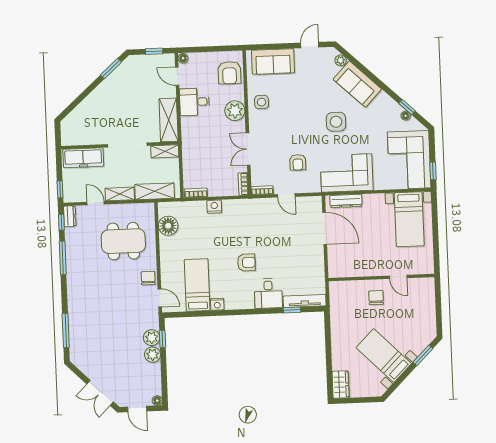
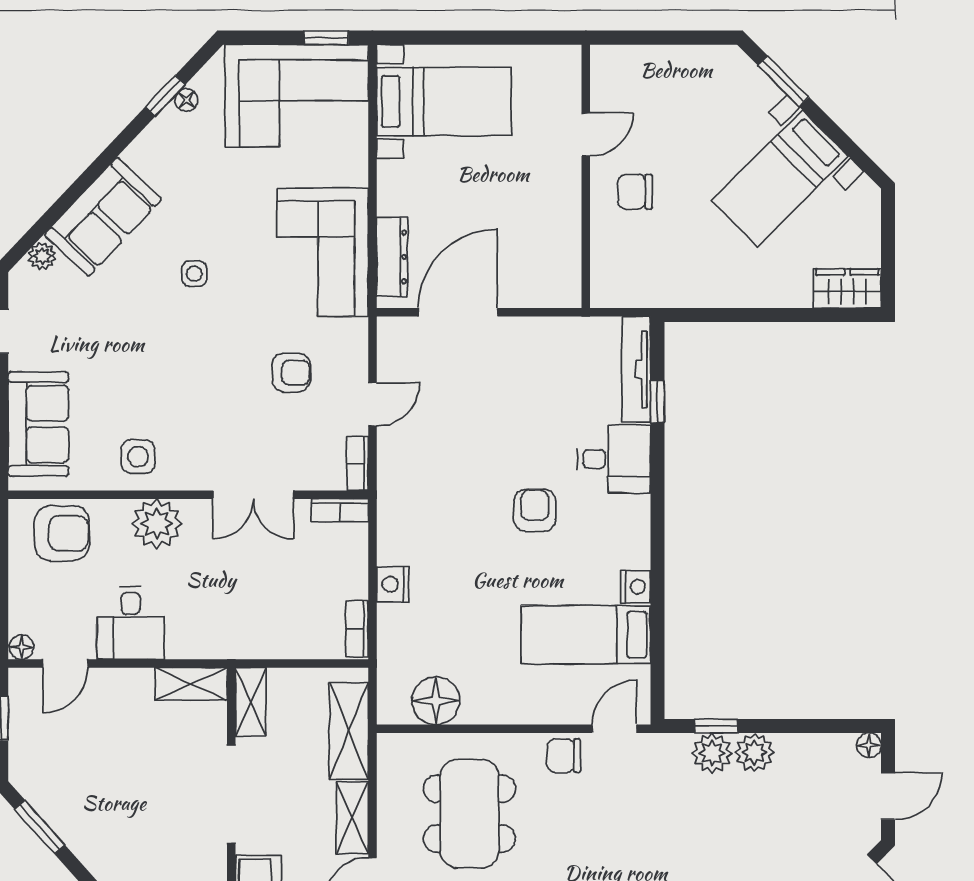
shelving: (169, 120) -> (191, 684), width x0.67, depth x0.75
side table: (336, 122) -> (194, 274), width x0.54, depth x0.54

